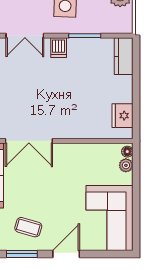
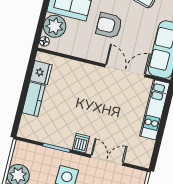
kitchen counter: (124, 56) -> (34, 99), moved
plant: (126, 165) -> (55, 26), width x1.88, depth x1.88
armchair: (59, 187) -> (109, 25), added

